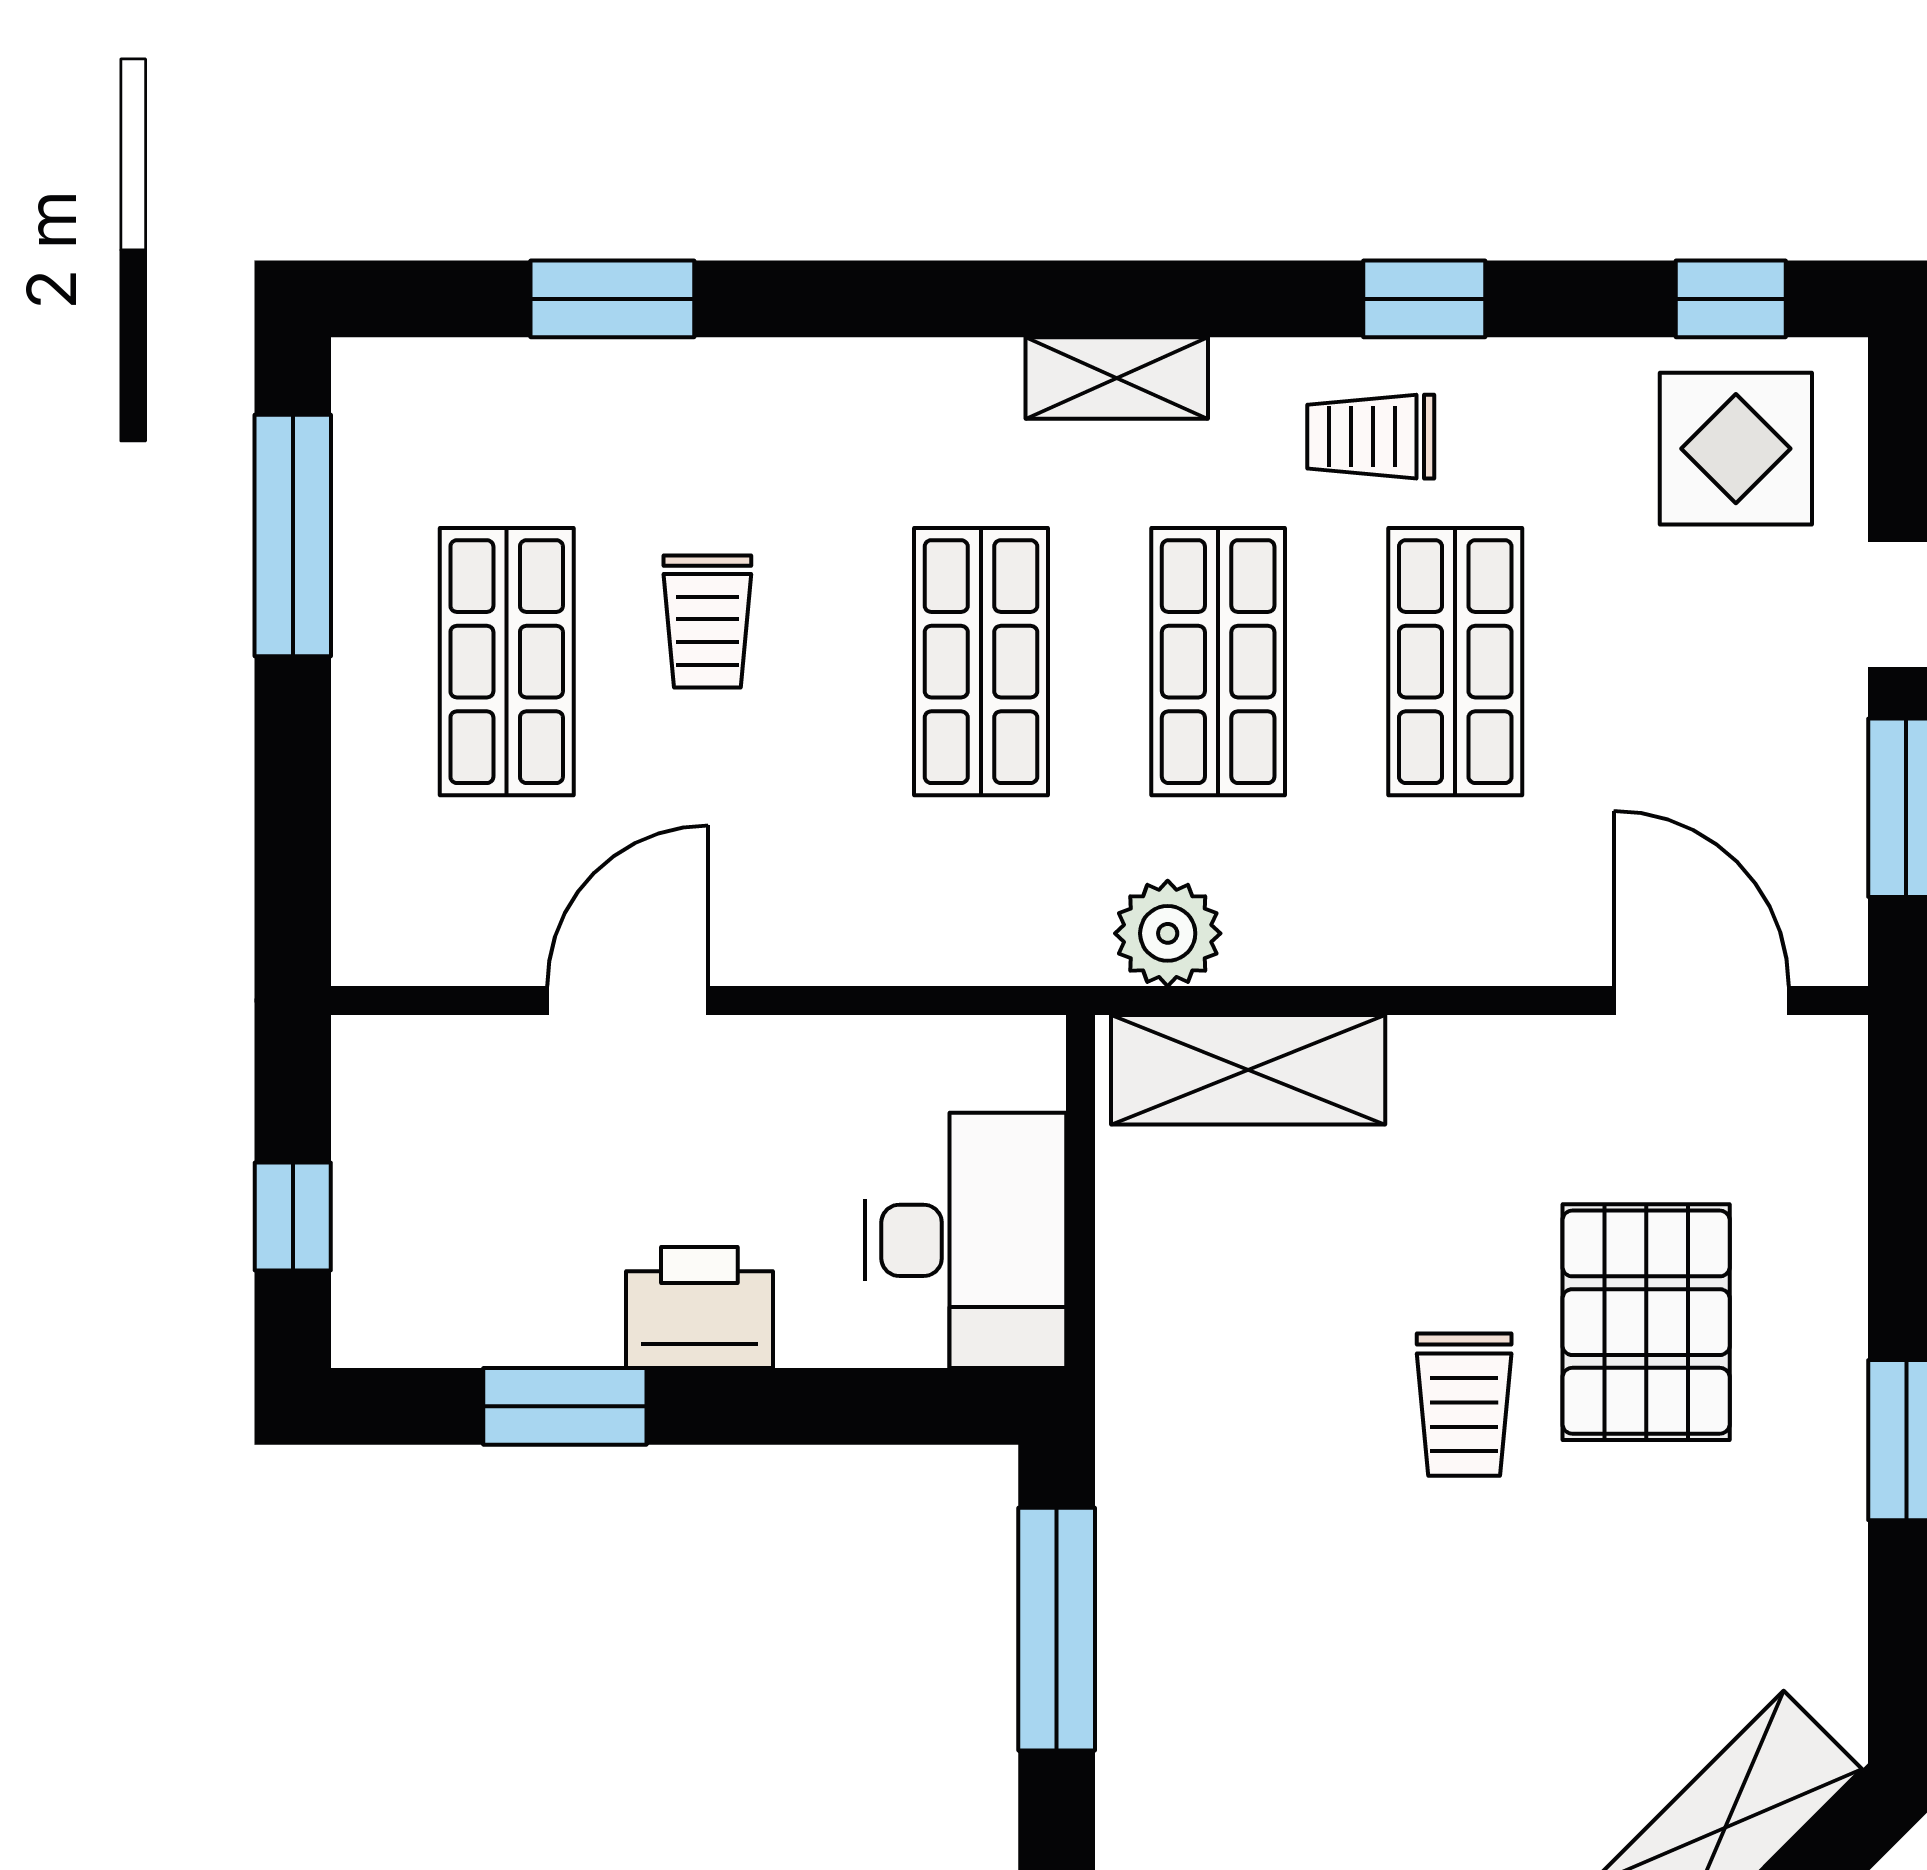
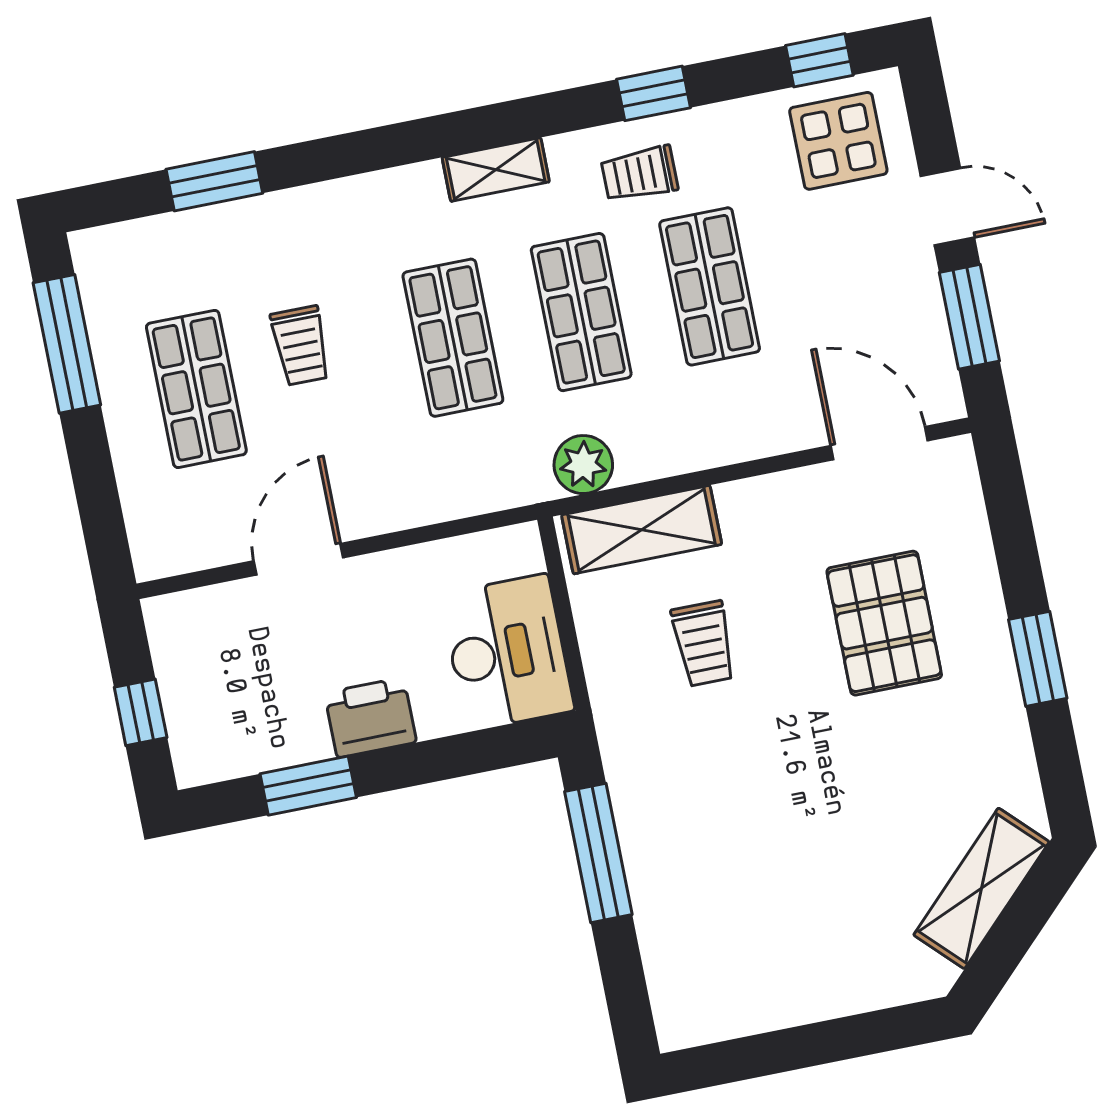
trolley: (1464, 1405) -> (704, 644), moved

